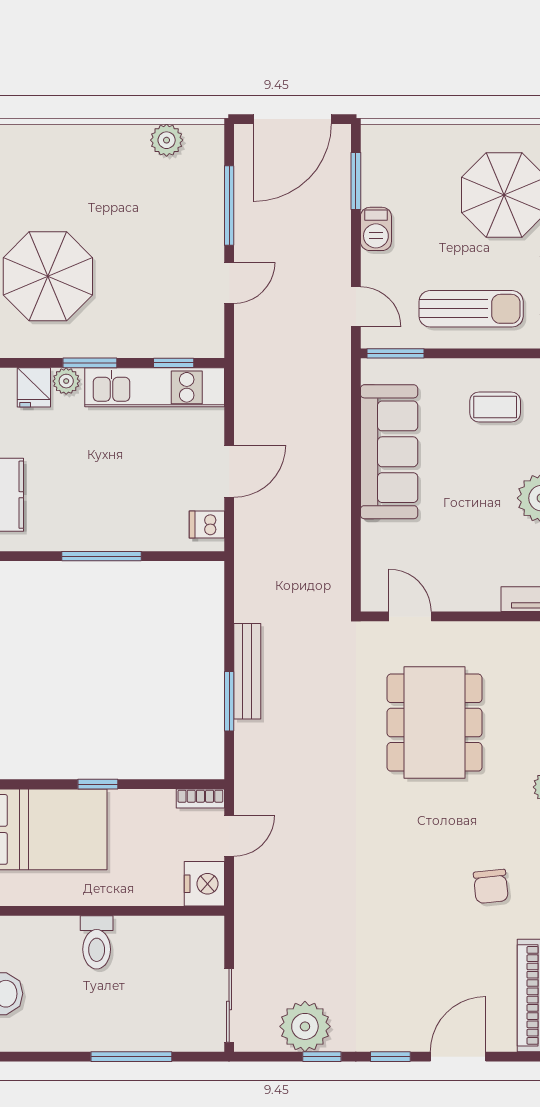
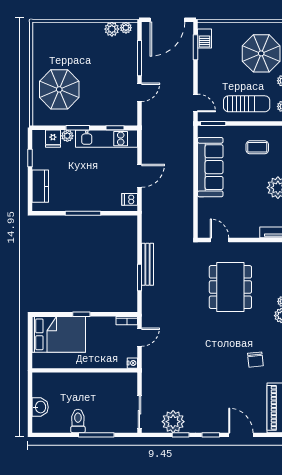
plant: (198, 137) -> (126, 28), added
barbecue: (376, 229) -> (204, 39), moved
nightstand: (204, 884) -> (132, 363), width x0.53, depth x0.56
toilet: (97, 942) -> (78, 421), moved, turned 180
door: (458, 1057) -> (241, 435), hinge flipped

